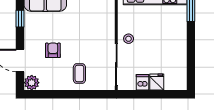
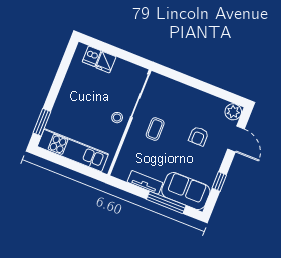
coffee table: (79, 74) -> (155, 129), moved
dishwasher: (143, 82) -> (92, 56), moved

